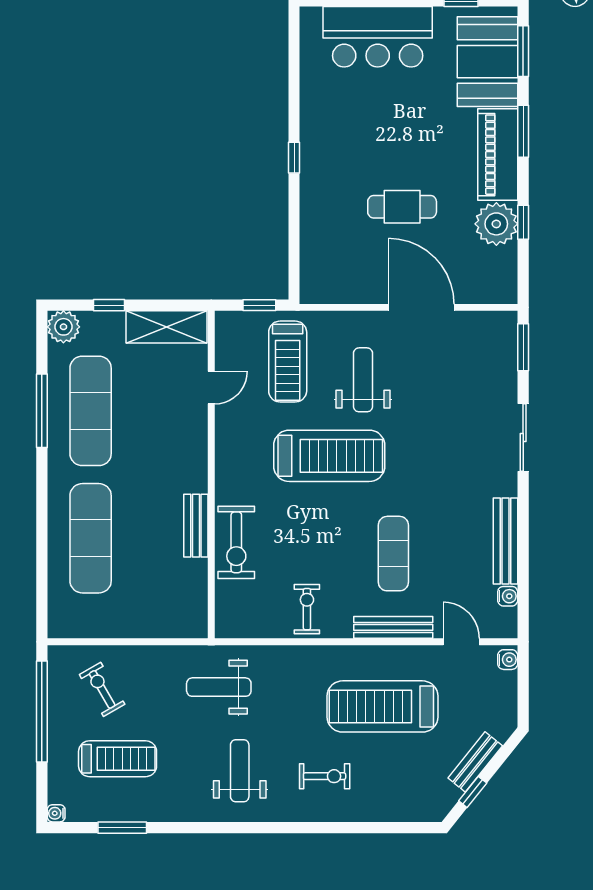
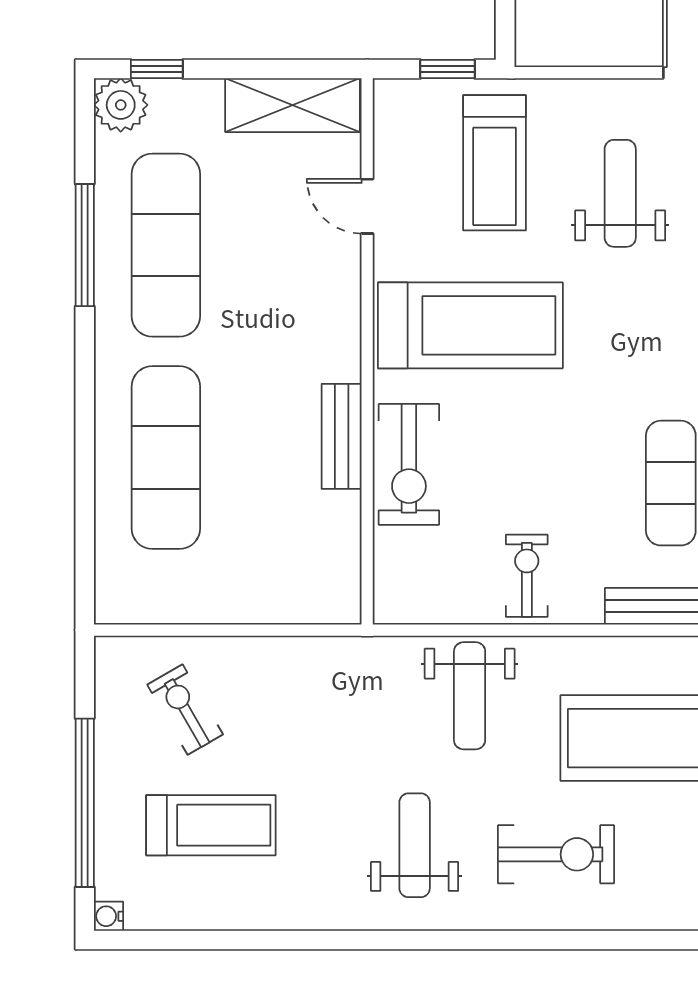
window: (109, 305) -> (157, 69), moved
door: (211, 388) -> (367, 206), swing flipped
treadmill: (329, 456) -> (470, 325), moved
weight bench: (219, 687) -> (470, 696), moved, turned -90
window: (42, 711) -> (85, 803), moved
exercise bike: (325, 776) -> (556, 854), width x1.38, depth x1.39
window: (122, 828) -> (219, 940), removed

